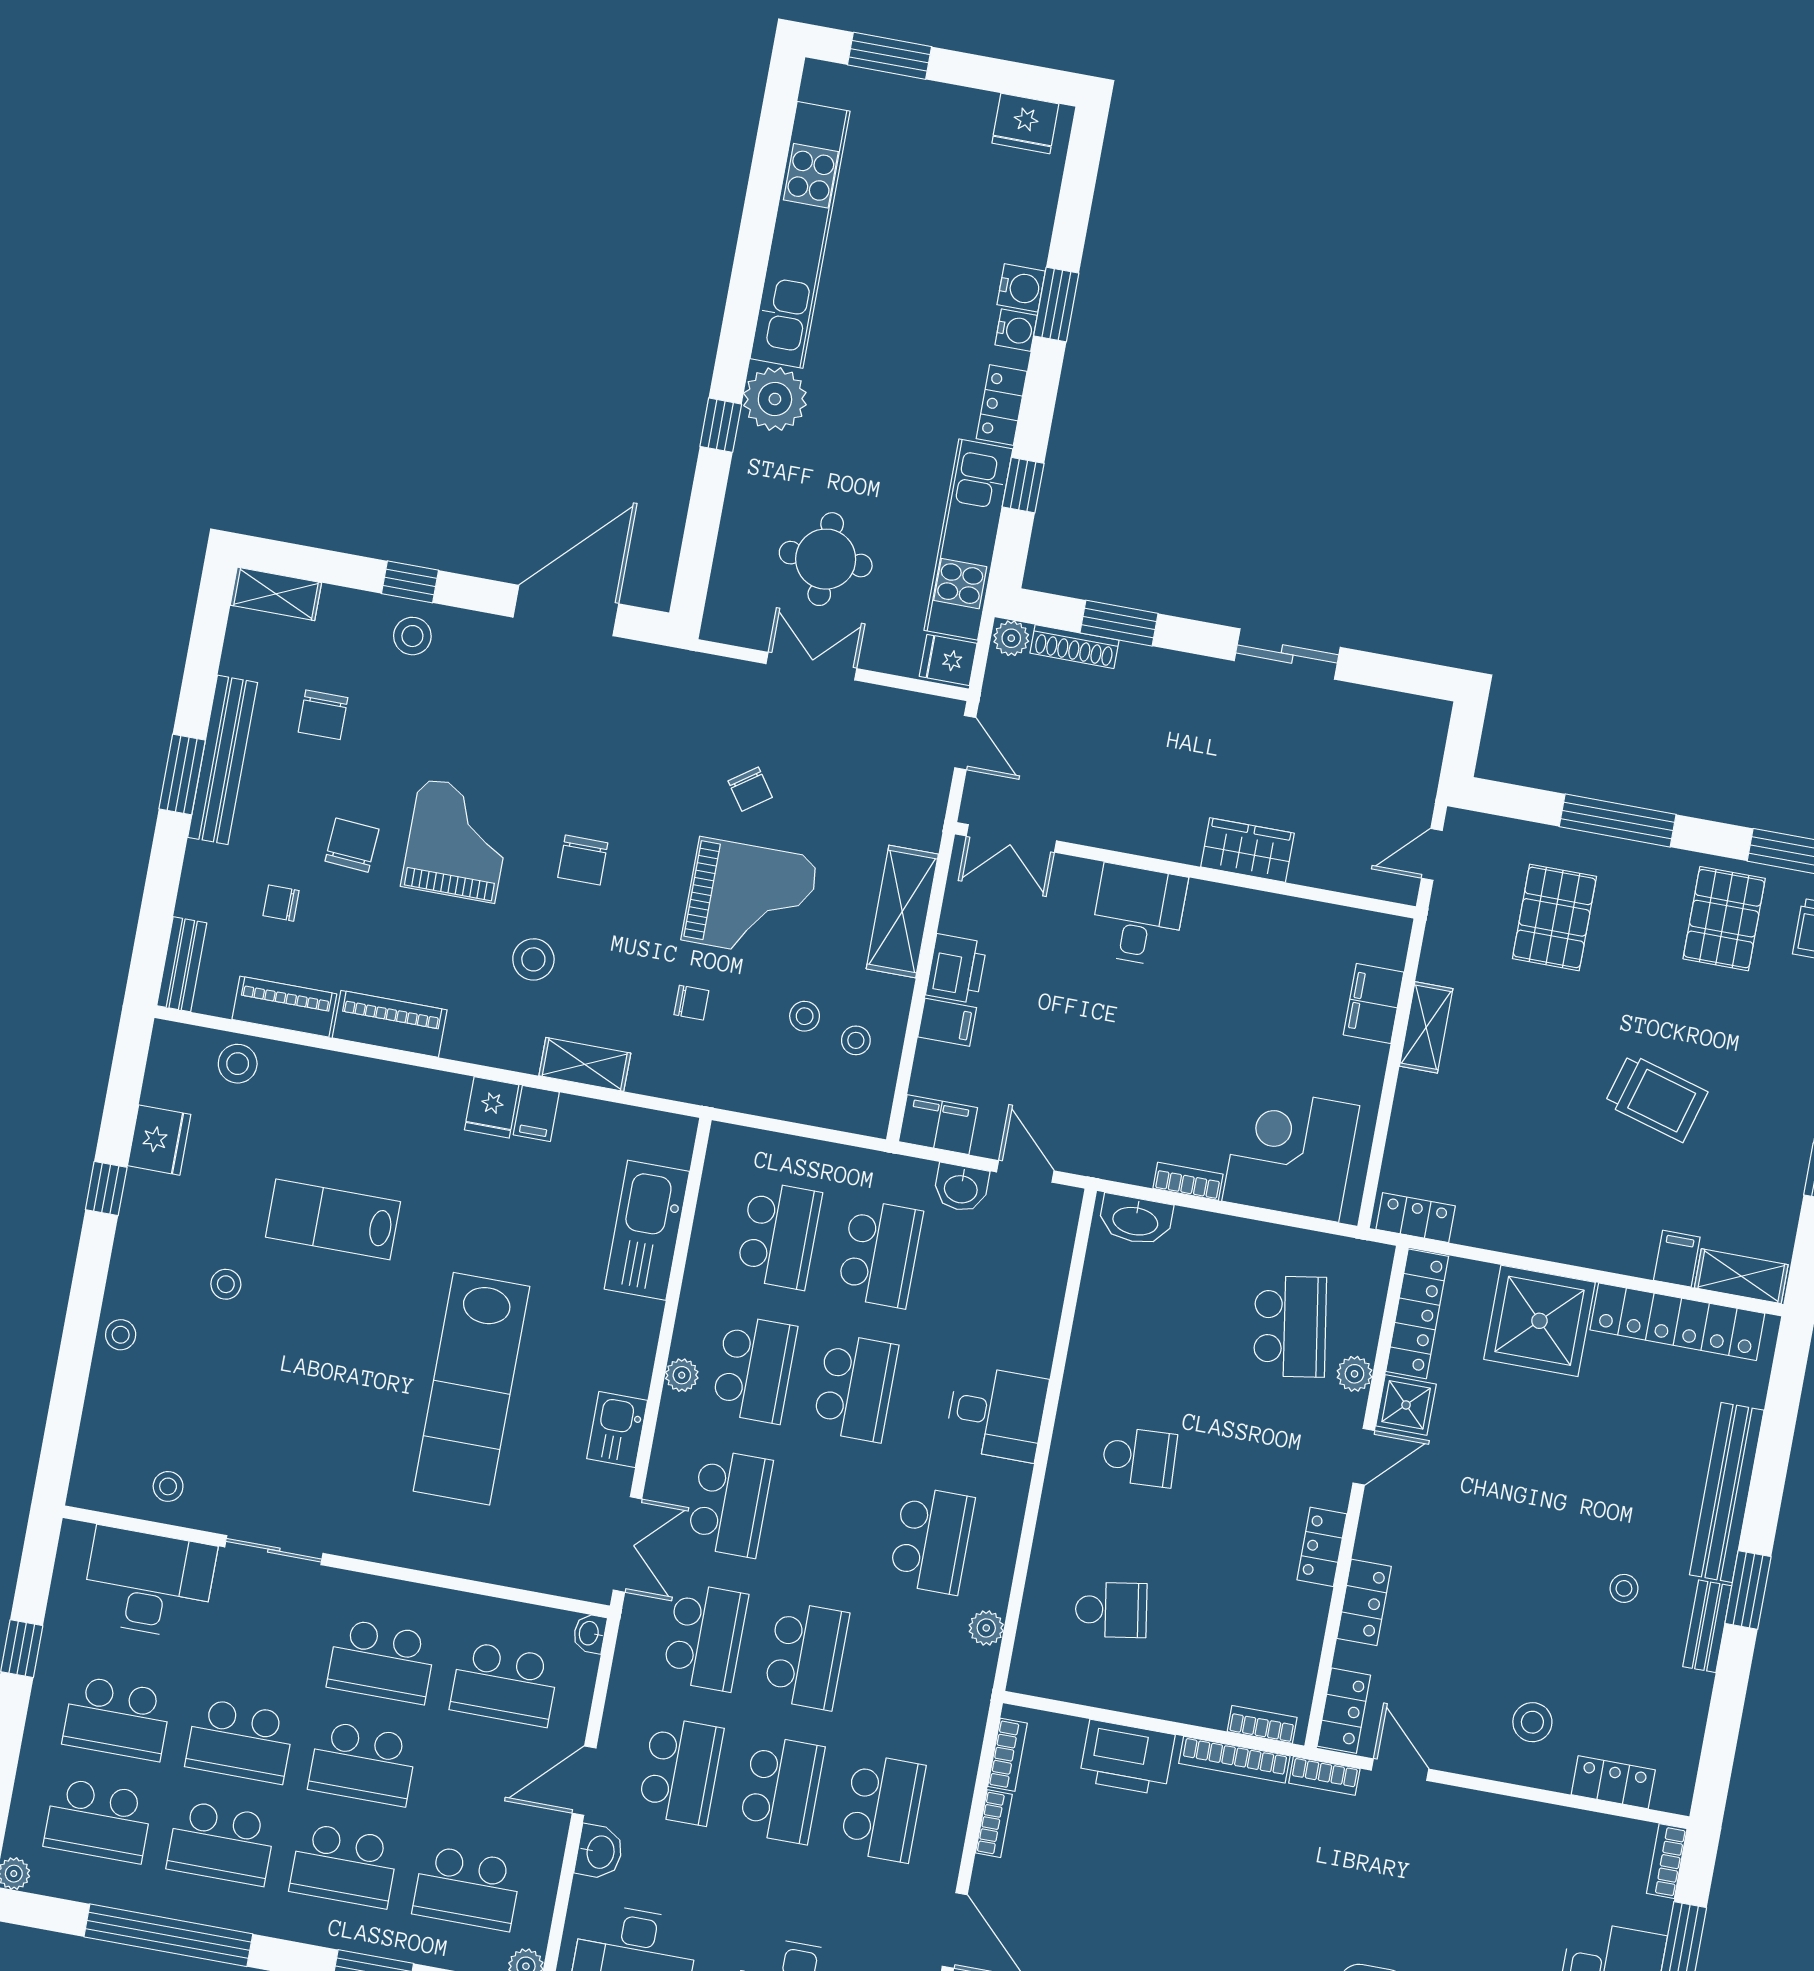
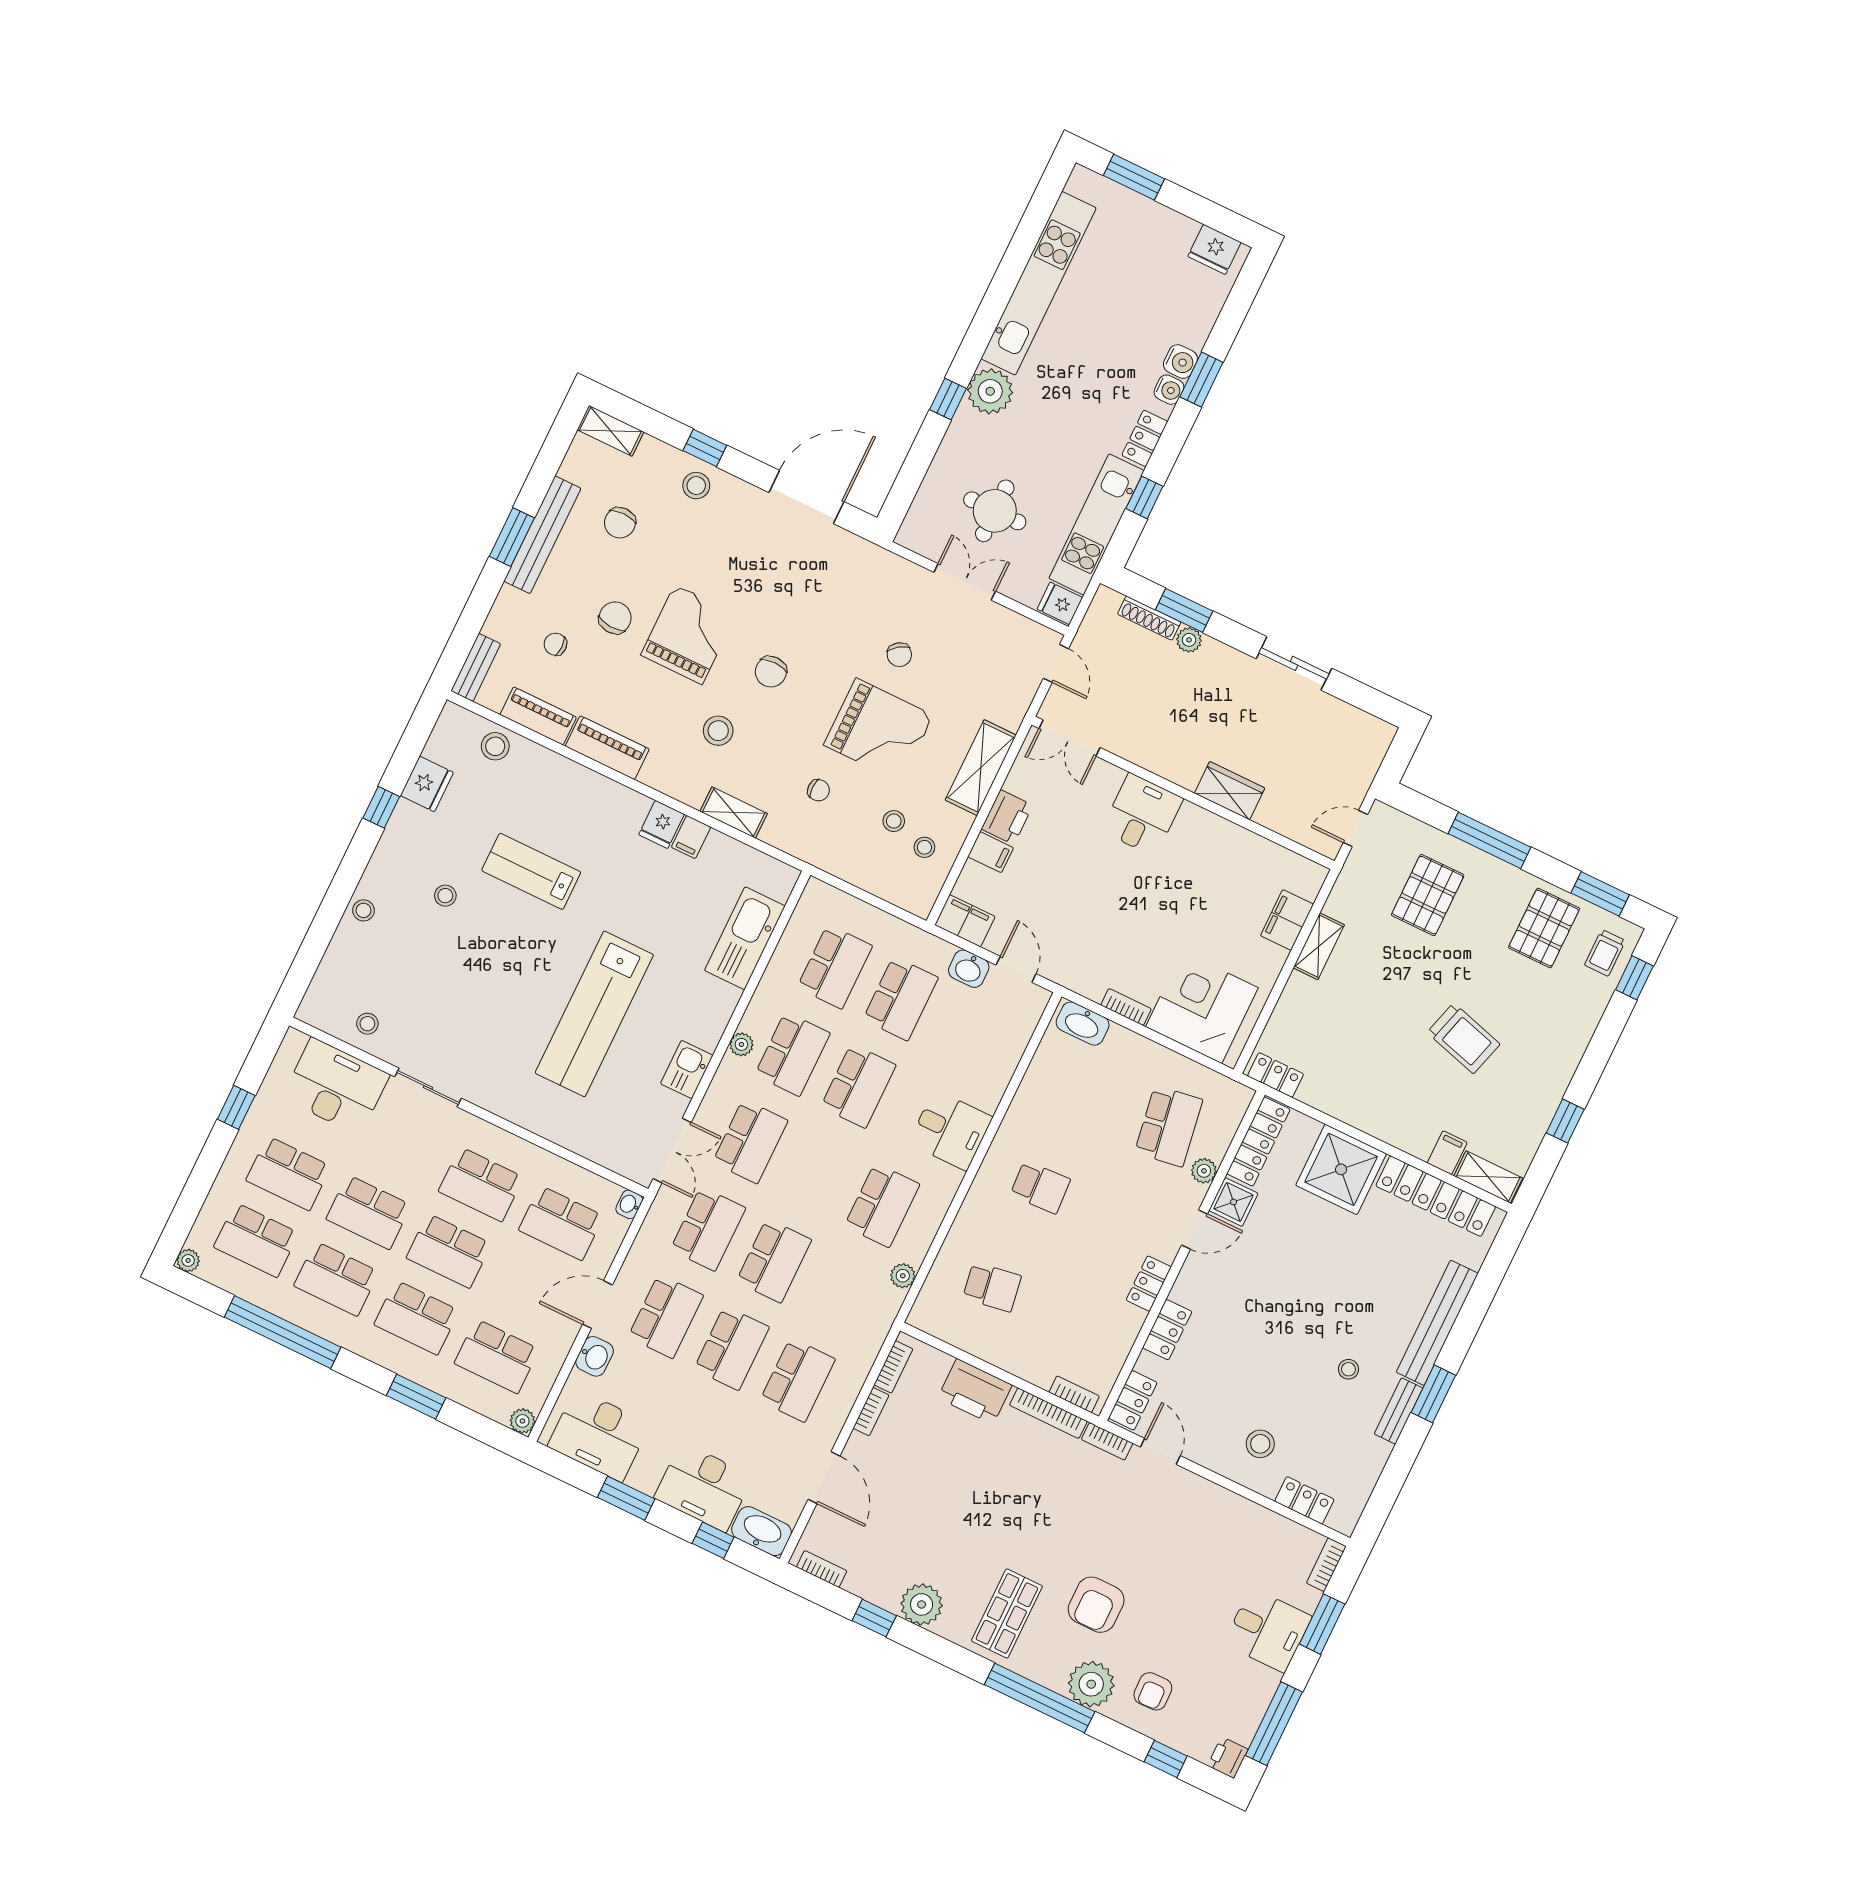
plant: (1011, 638) -> (1189, 640), moved

